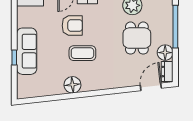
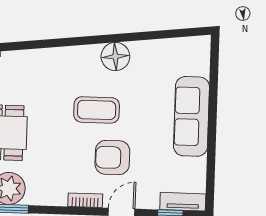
window: (14, 57) -> (213, 106), removed

